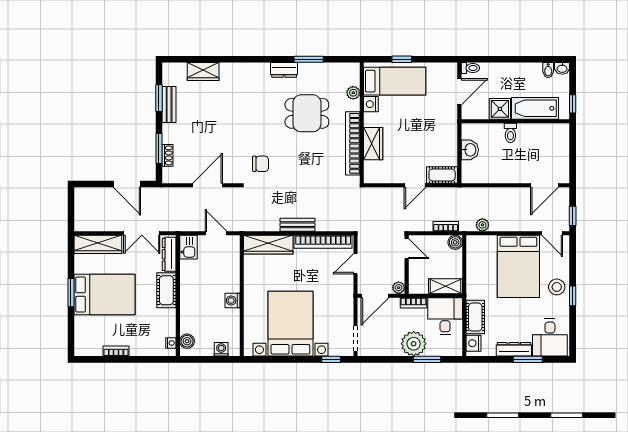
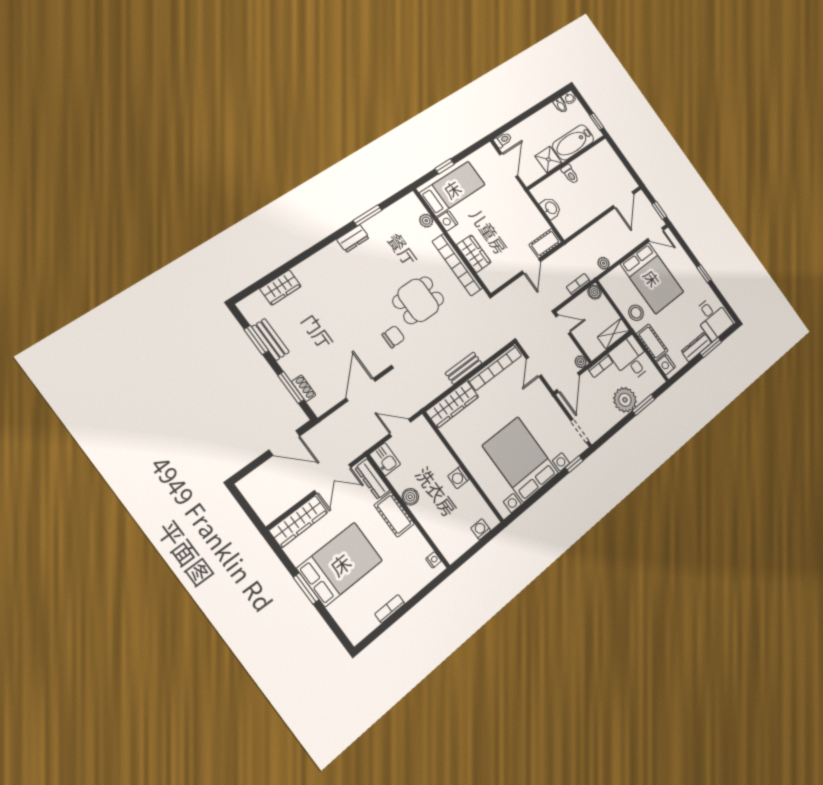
dining table: (307, 113) -> (418, 300), moved
stool: (557, 287) -> (636, 313), moved
boiler: (187, 341) -> (410, 497), moved

